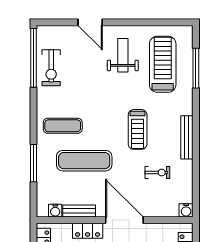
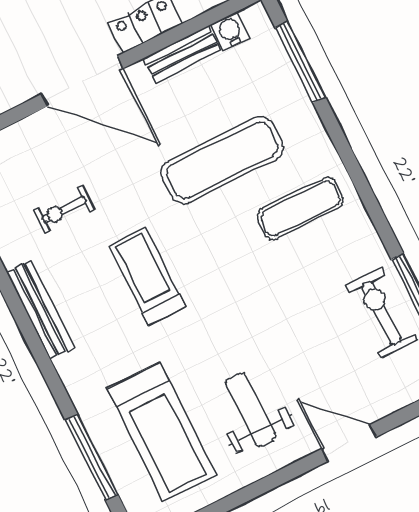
weight bench: (123, 55) -> (251, 410), turned 180
window: (33, 163) -> (300, 62), moved

